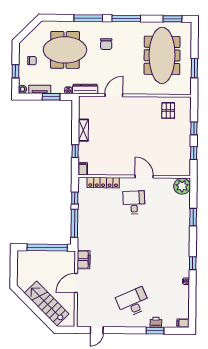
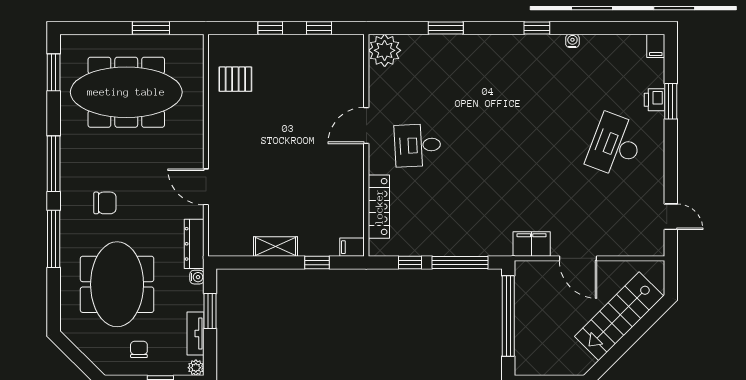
desk: (133, 302) -> (615, 145), turned 45

